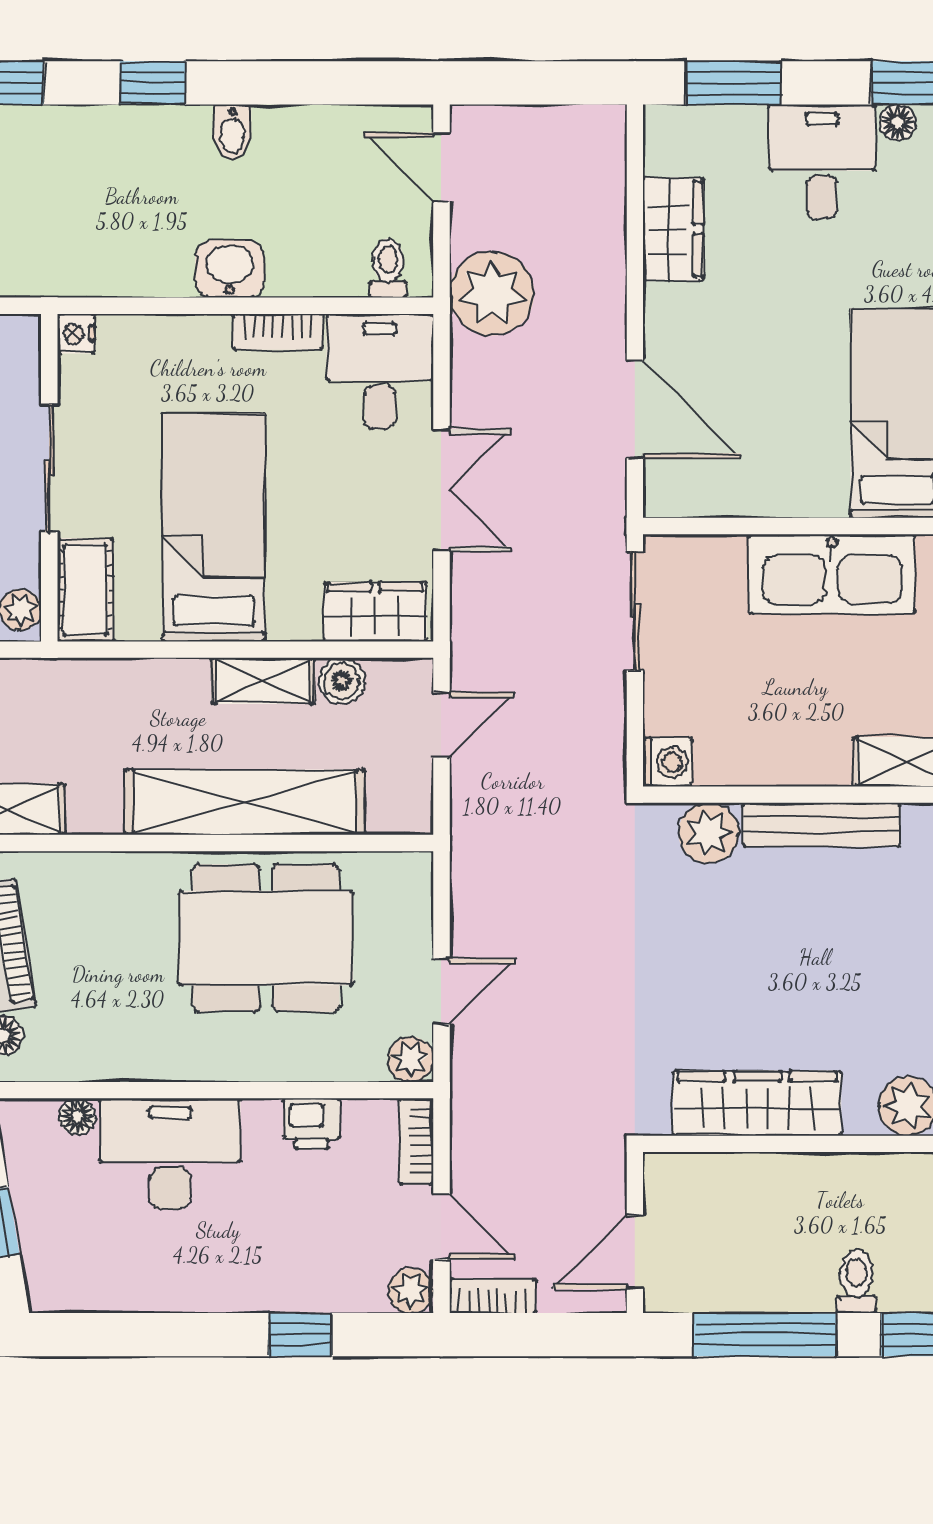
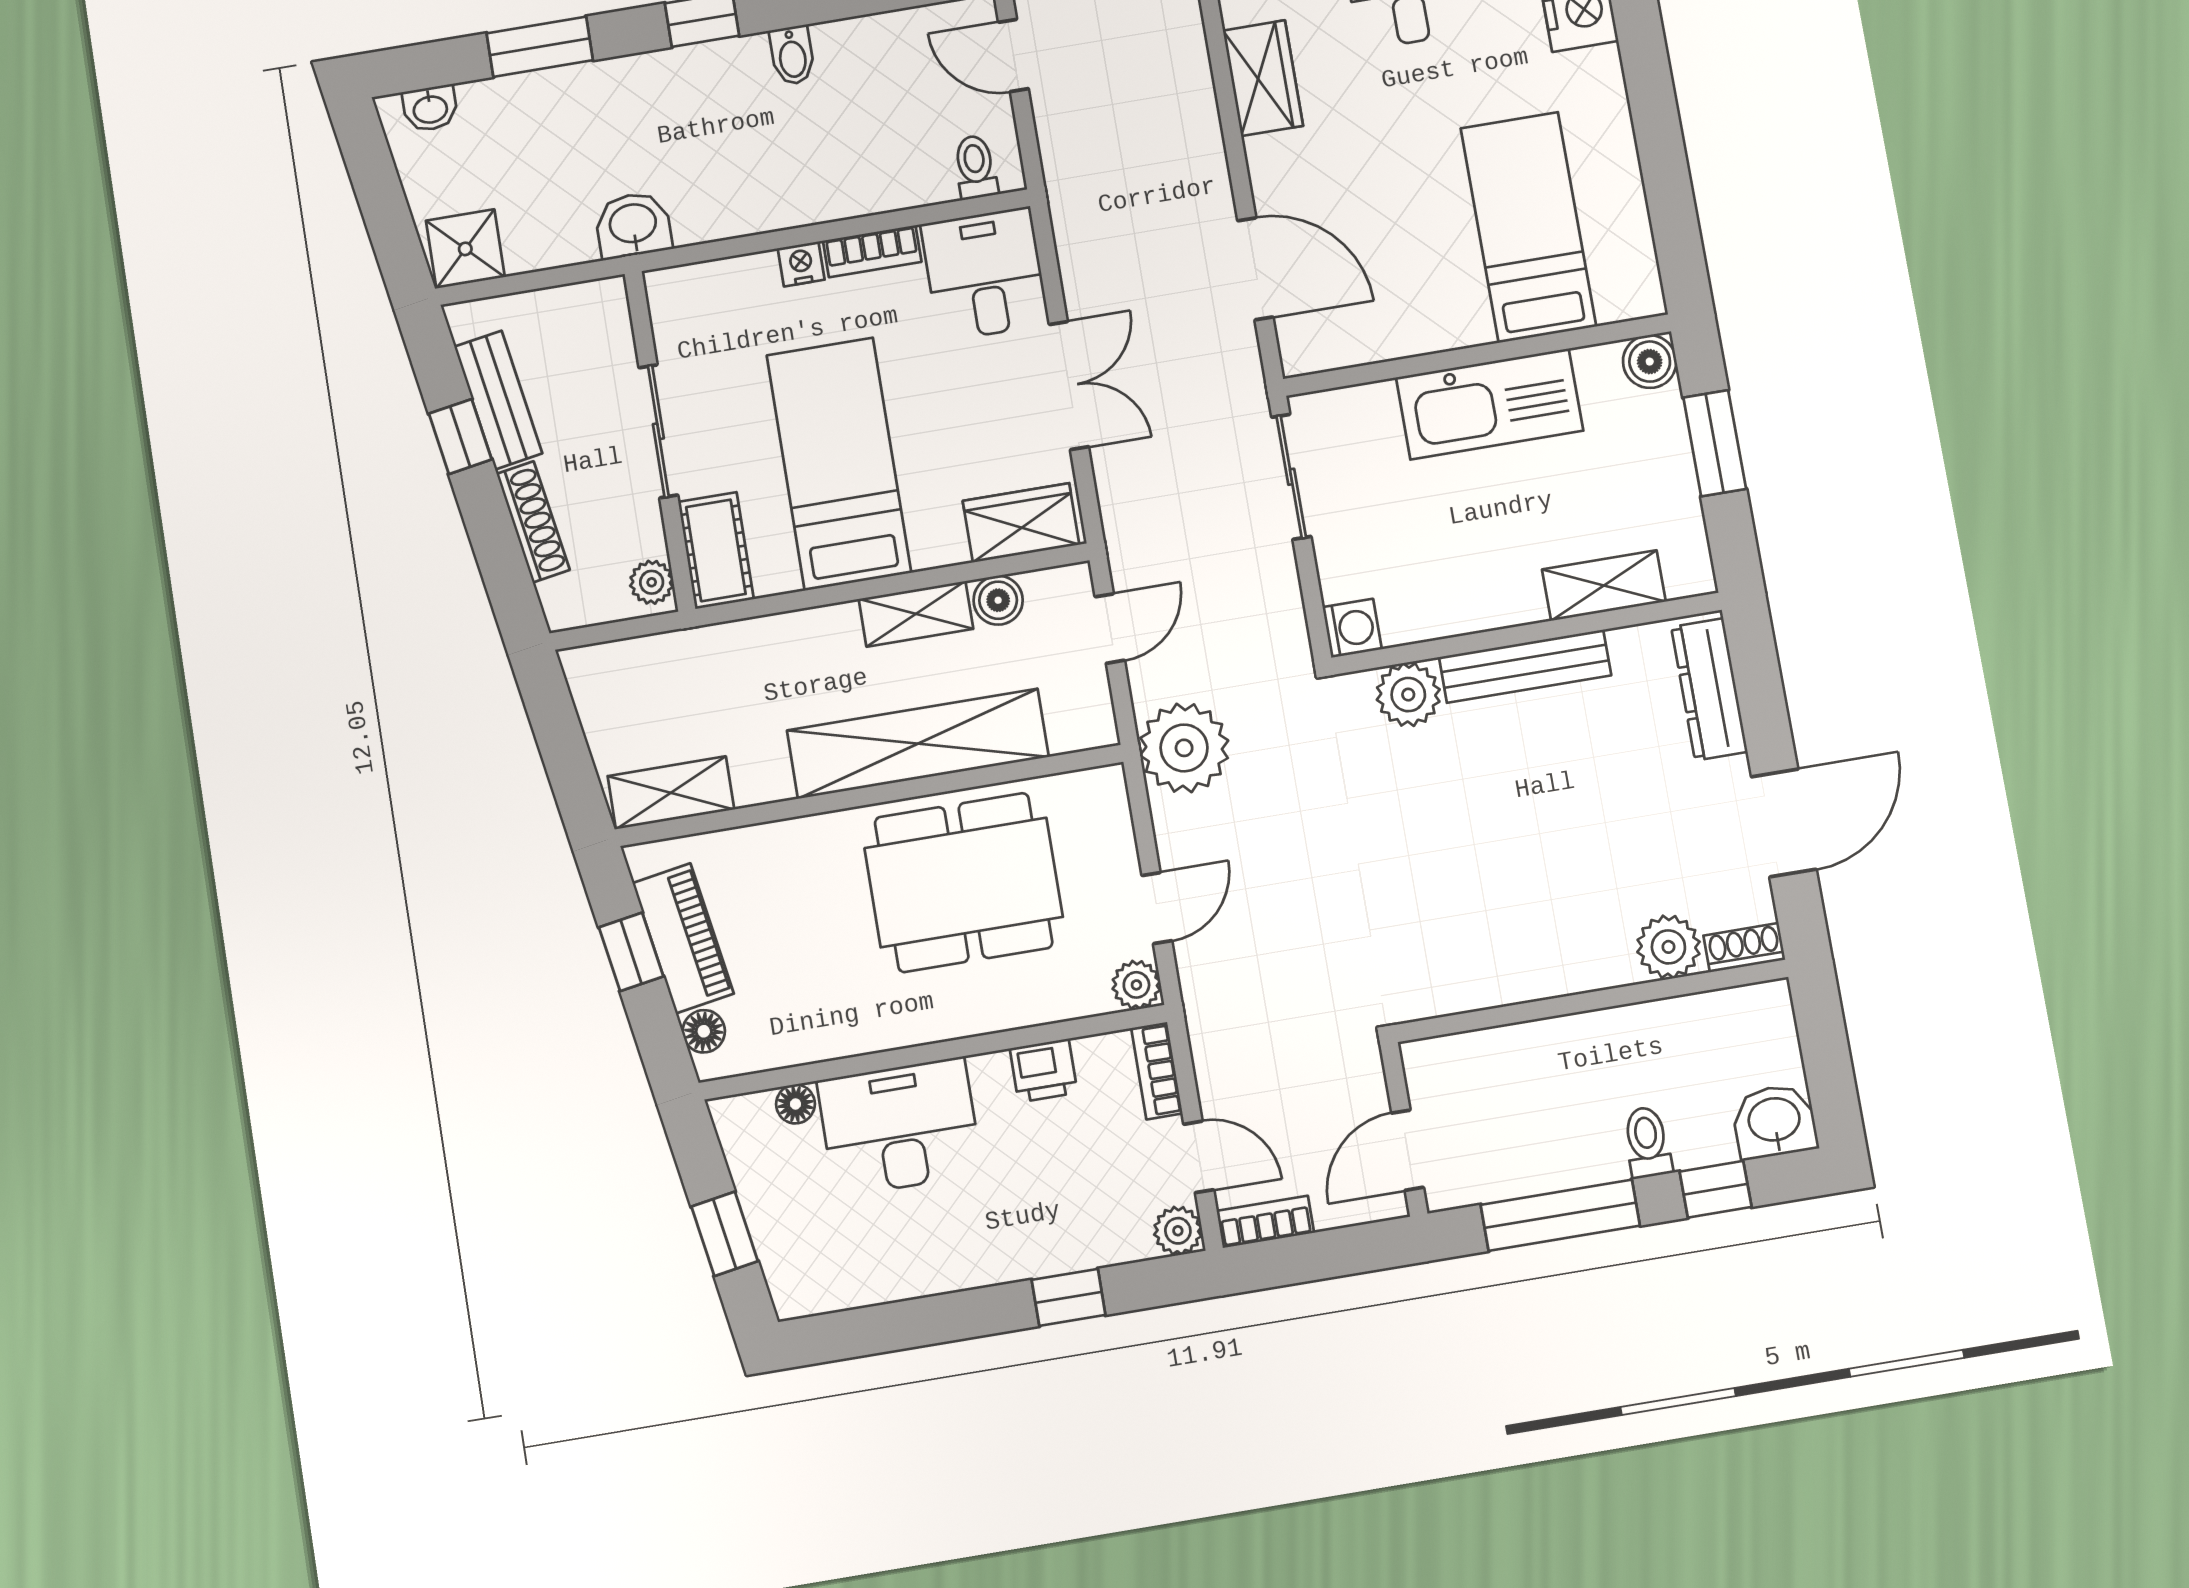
washbasin: (230, 269) -> (633, 225), moved
plant: (492, 293) -> (1184, 748), moved
nightstand: (76, 334) -> (801, 264), moved, turned 90
wardrobe: (757, 1103) -> (1509, 971), removed

